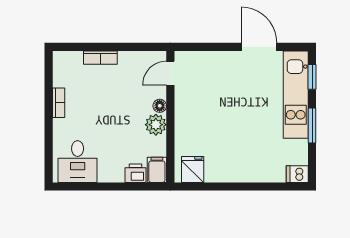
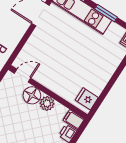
door: (170, 73) -> (23, 76), swing flipped
floor lamp: (160, 106) -> (32, 95), width x1.89, depth x1.89

